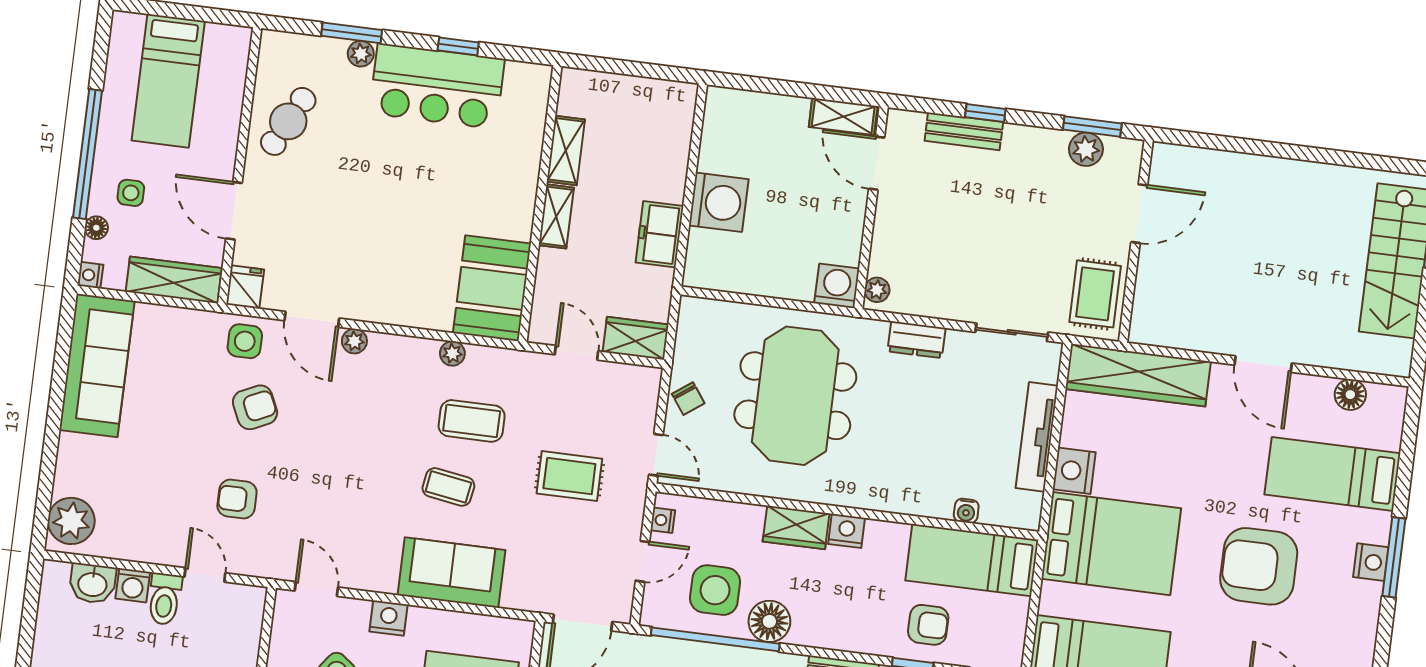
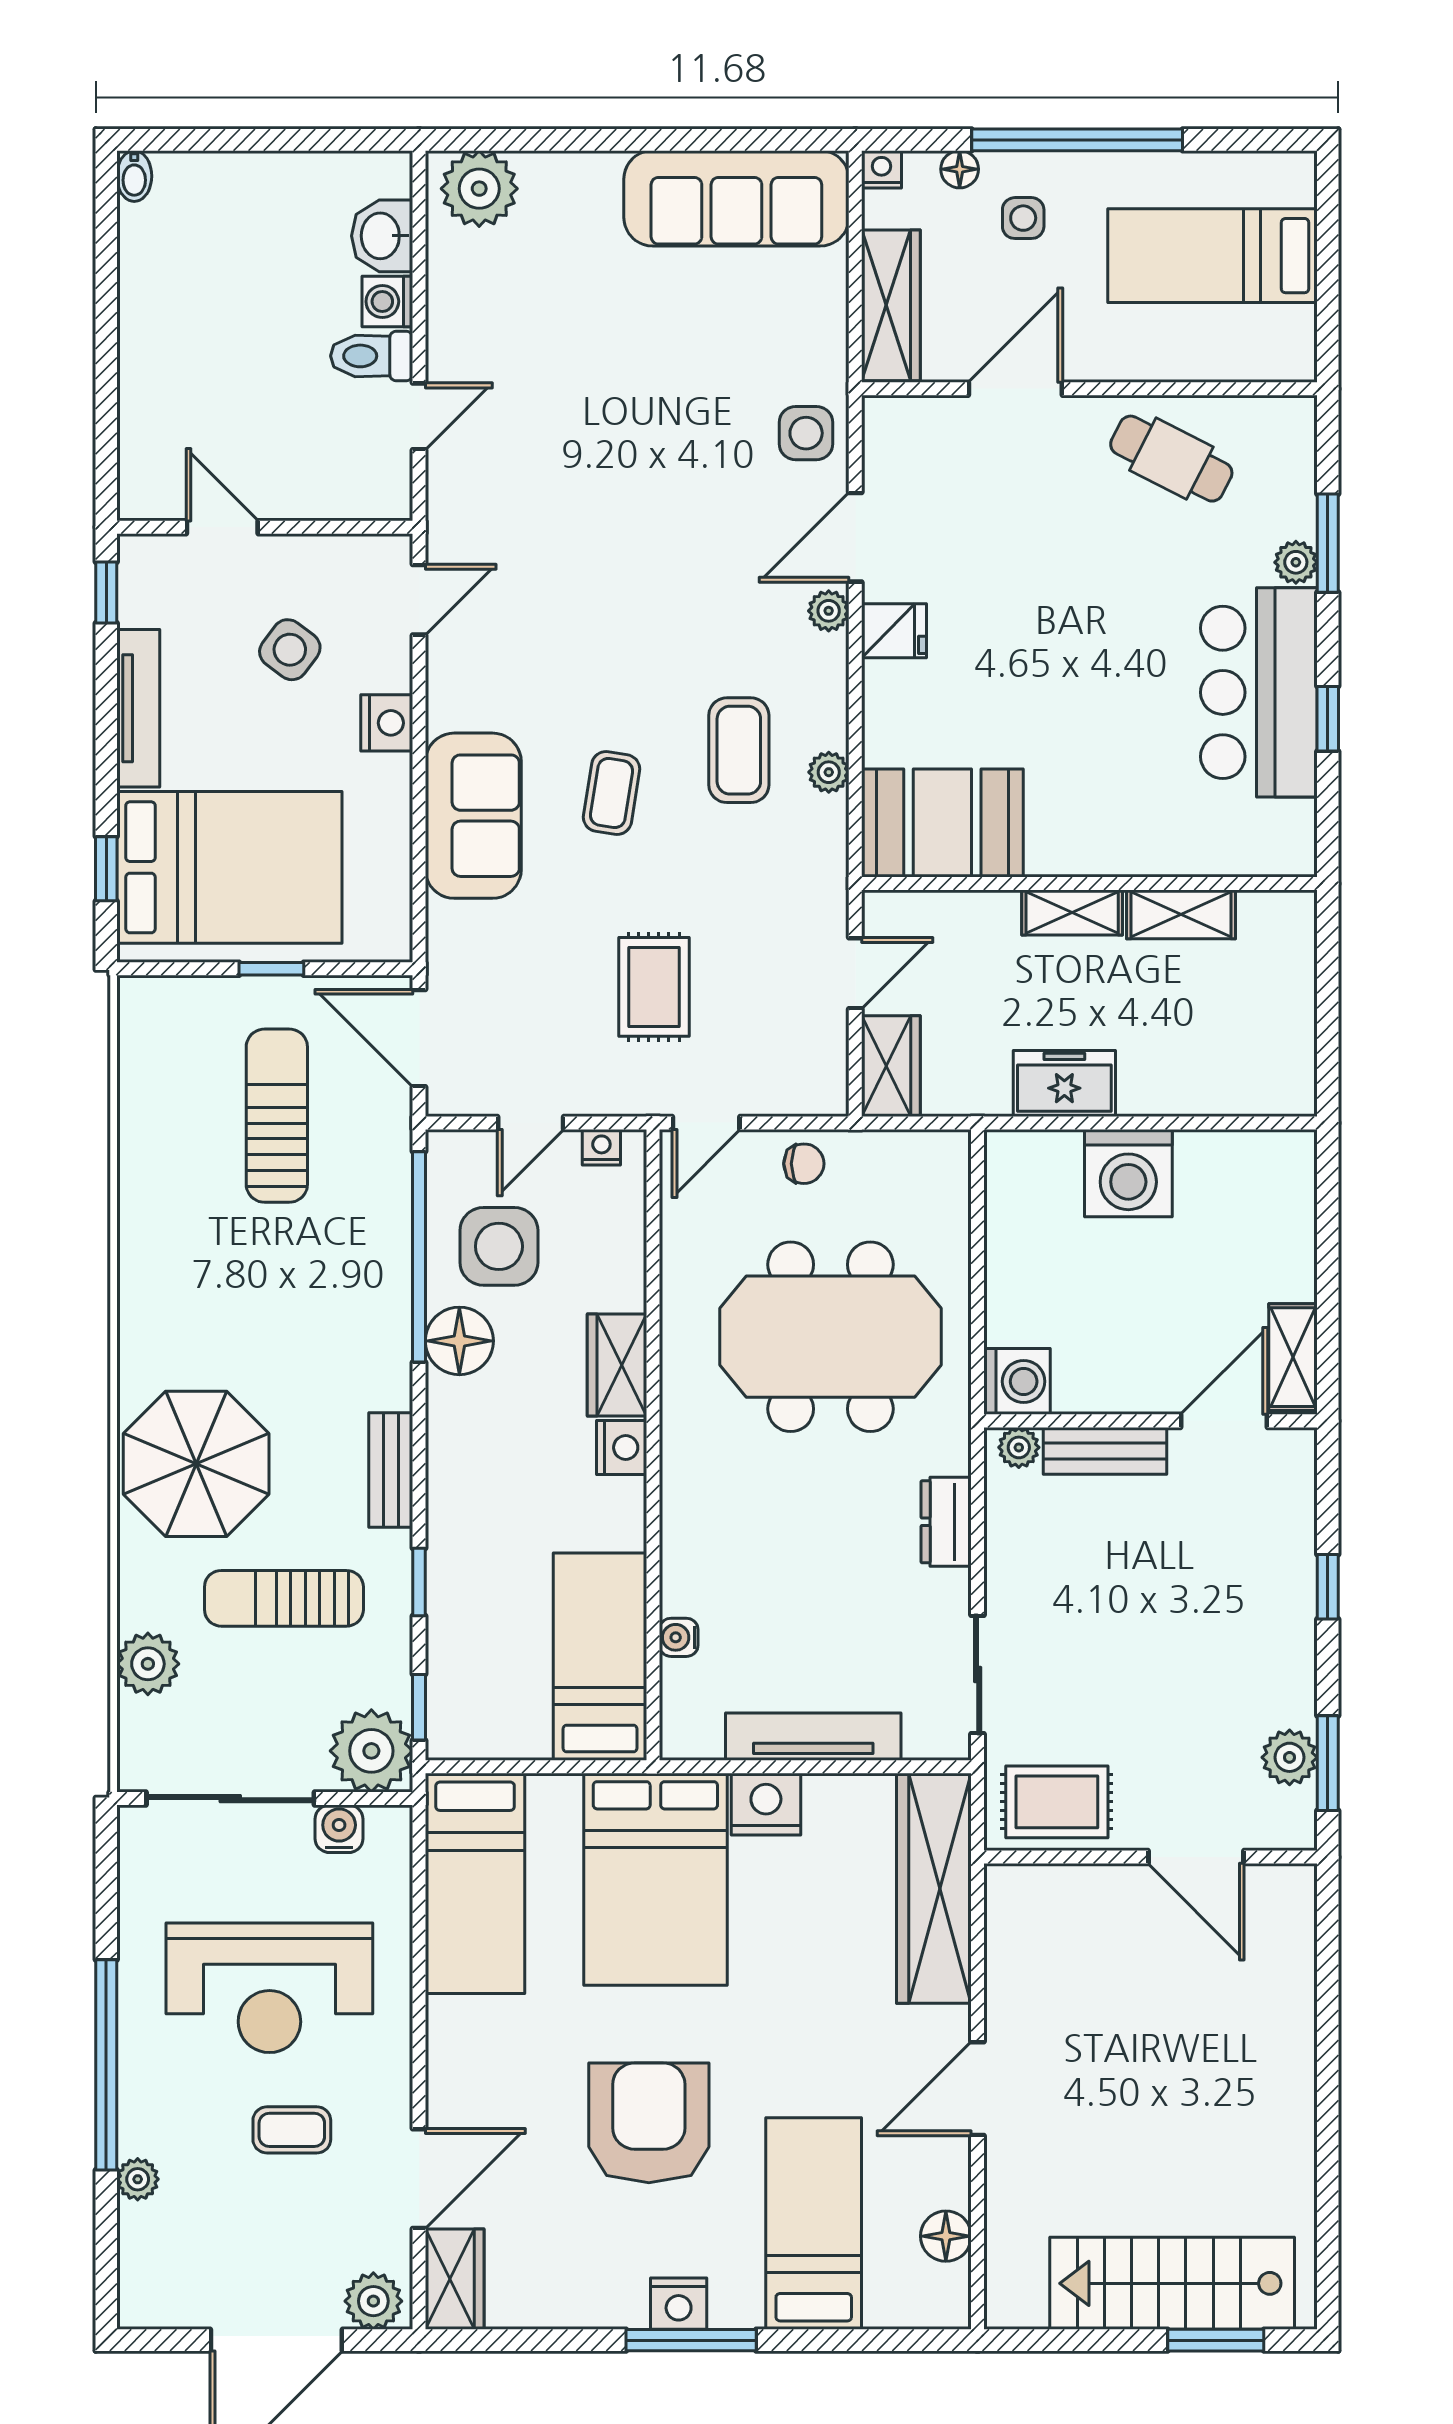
bench: (964, 131) -> (1105, 1451), moved, turned 90
fridge: (245, 287) -> (894, 631), moved
chair: (688, 399) -> (804, 1164), turned -144
armchair: (255, 407) -> (701, 463), removed
coffee table: (472, 421) -> (739, 750), moved
armchair: (237, 499) -> (549, 453), removed
door: (643, 561) -> (531, 1123), hinge flipped
armchair: (928, 625) -> (486, 1599), removed

